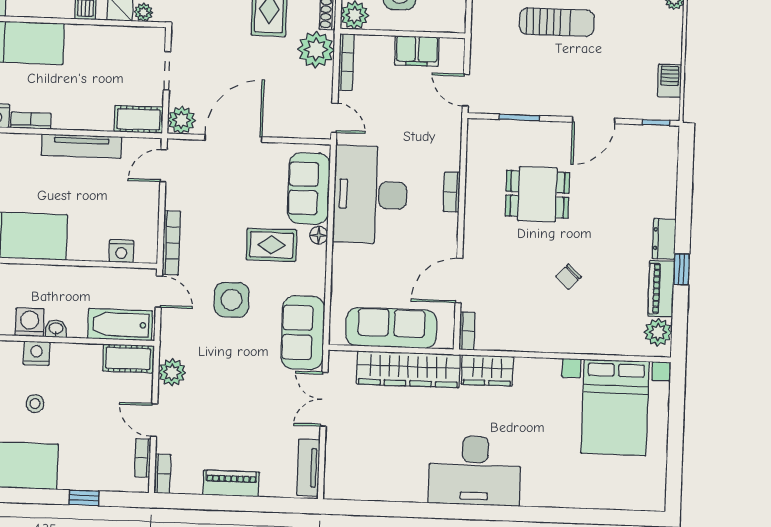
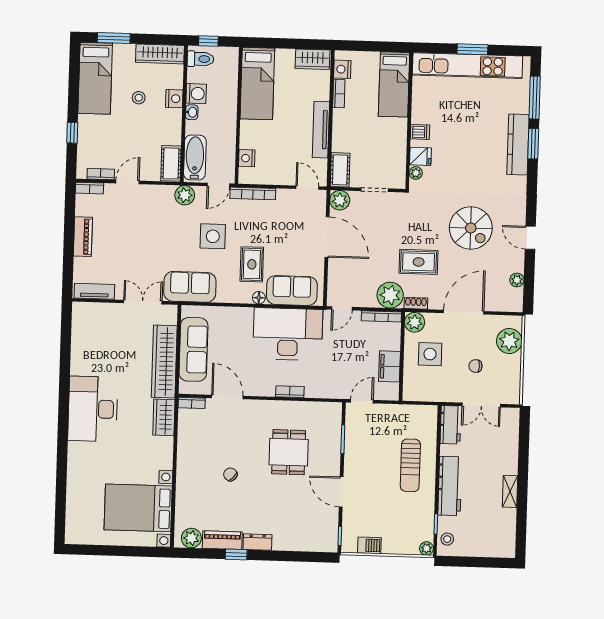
plant: (172, 372) -> (185, 195), moved

